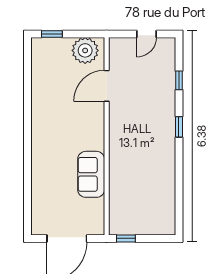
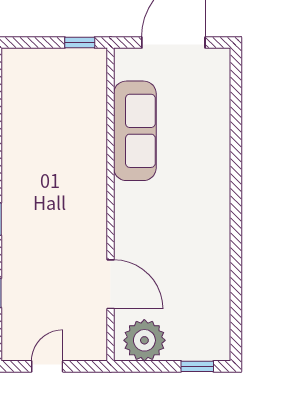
door: (107, 86) -> (111, 284), hinge flipped
sofa: (91, 174) -> (135, 131), width x1.36

